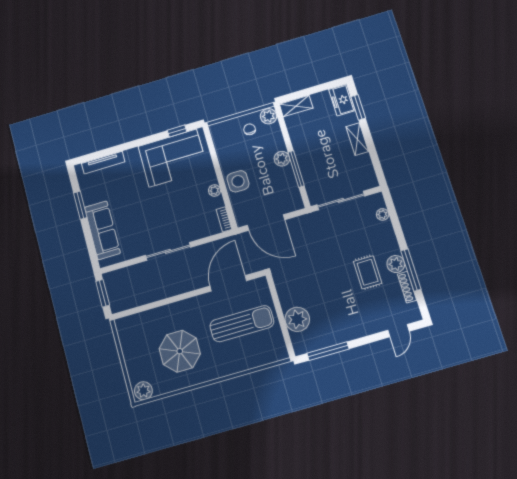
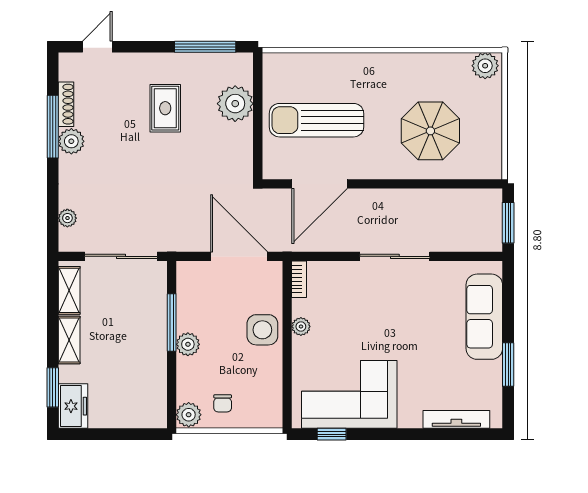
shelving: (296, 106) -> (69, 290), moved, turned 90
rug: (368, 272) -> (165, 108), moved
parasol: (180, 351) -> (430, 131), moved

